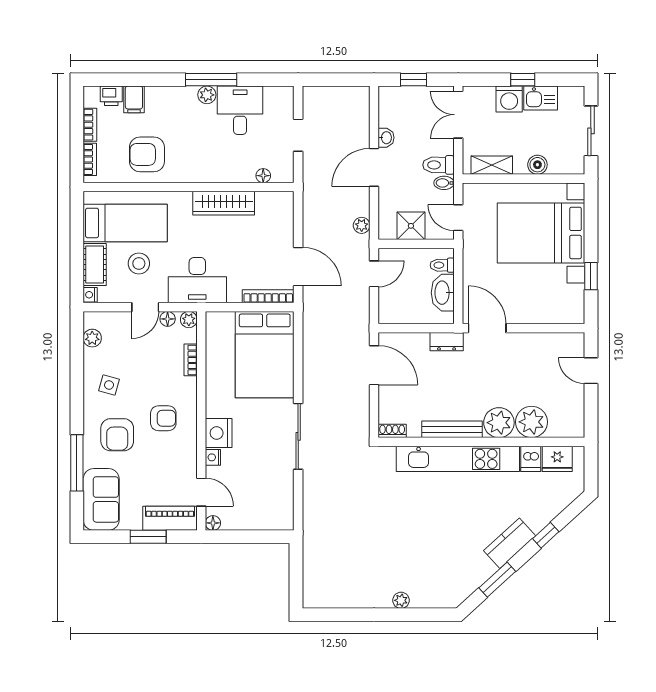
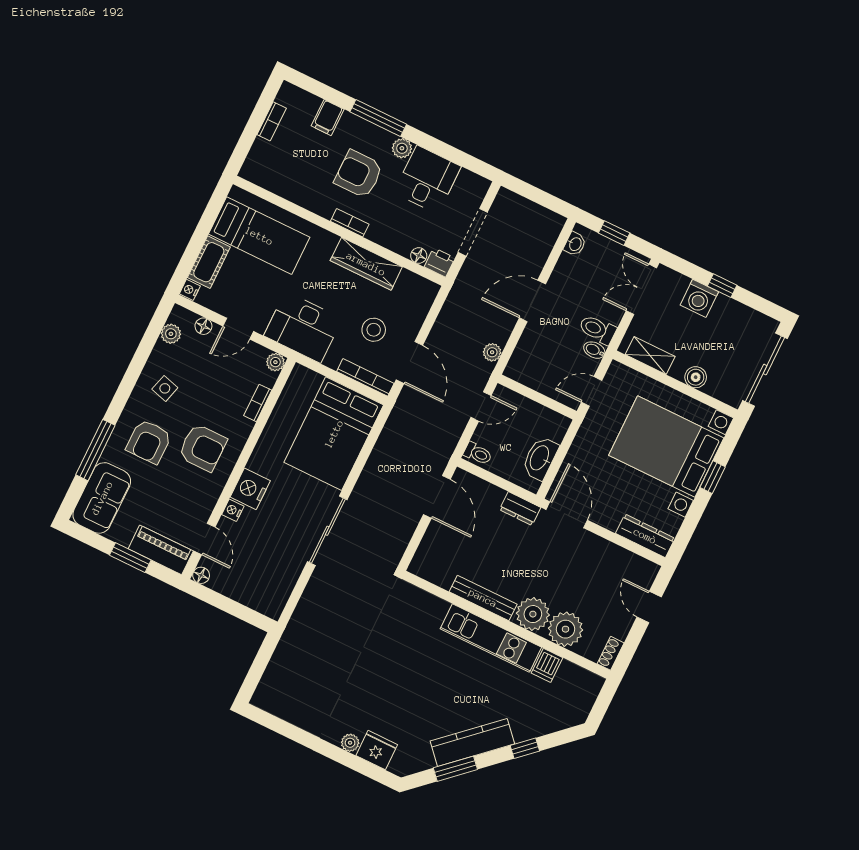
window: (211, 80) -> (378, 118), moved
printer: (111, 96) -> (440, 262), moved, turned 180
kitchen sink: (541, 98) -> (731, 313), removed
sliding door: (591, 131) -> (765, 370), width x1.37
doorway: (298, 135) -> (473, 232), width x1.38
washbasin: (386, 138) -> (575, 244), moved
armchair: (147, 154) -> (359, 174), moved
bookcase: (90, 159) -> (350, 223), moved, turned -90
door: (458, 218) -> (592, 391), hinge flipped
shower: (411, 226) -> (541, 377), removed
stool: (139, 263) -> (374, 330), moved
toilet: (442, 265) -> (478, 453), moved, turned 180
window: (591, 276) -> (713, 477), moved
dresser: (559, 314) -> (645, 536), added
floor lamp: (168, 319) -> (203, 326), moved
armchair: (163, 418) -> (203, 448), width x1.38, depth x1.38
shoe rack: (392, 431) -> (611, 653), moved, turned -90
kitchen unit: (458, 459) -> (491, 638), width x0.73
fridge: (557, 459) -> (377, 750), moved, turned 180
kitchen counter: (510, 543) -> (472, 742), width x1.50

